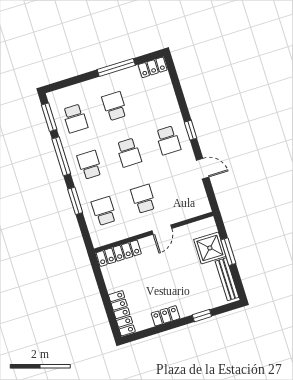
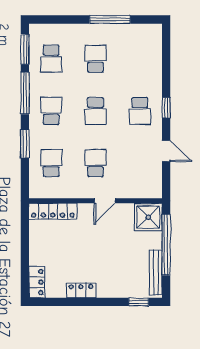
locker: (153, 67) -> (147, 31), removed
shower: (210, 248) -> (148, 217), moved
window: (228, 252) -> (166, 245), width x2.11
locker: (122, 313) -> (37, 282), width x0.66
window: (202, 316) -> (139, 302), moved

